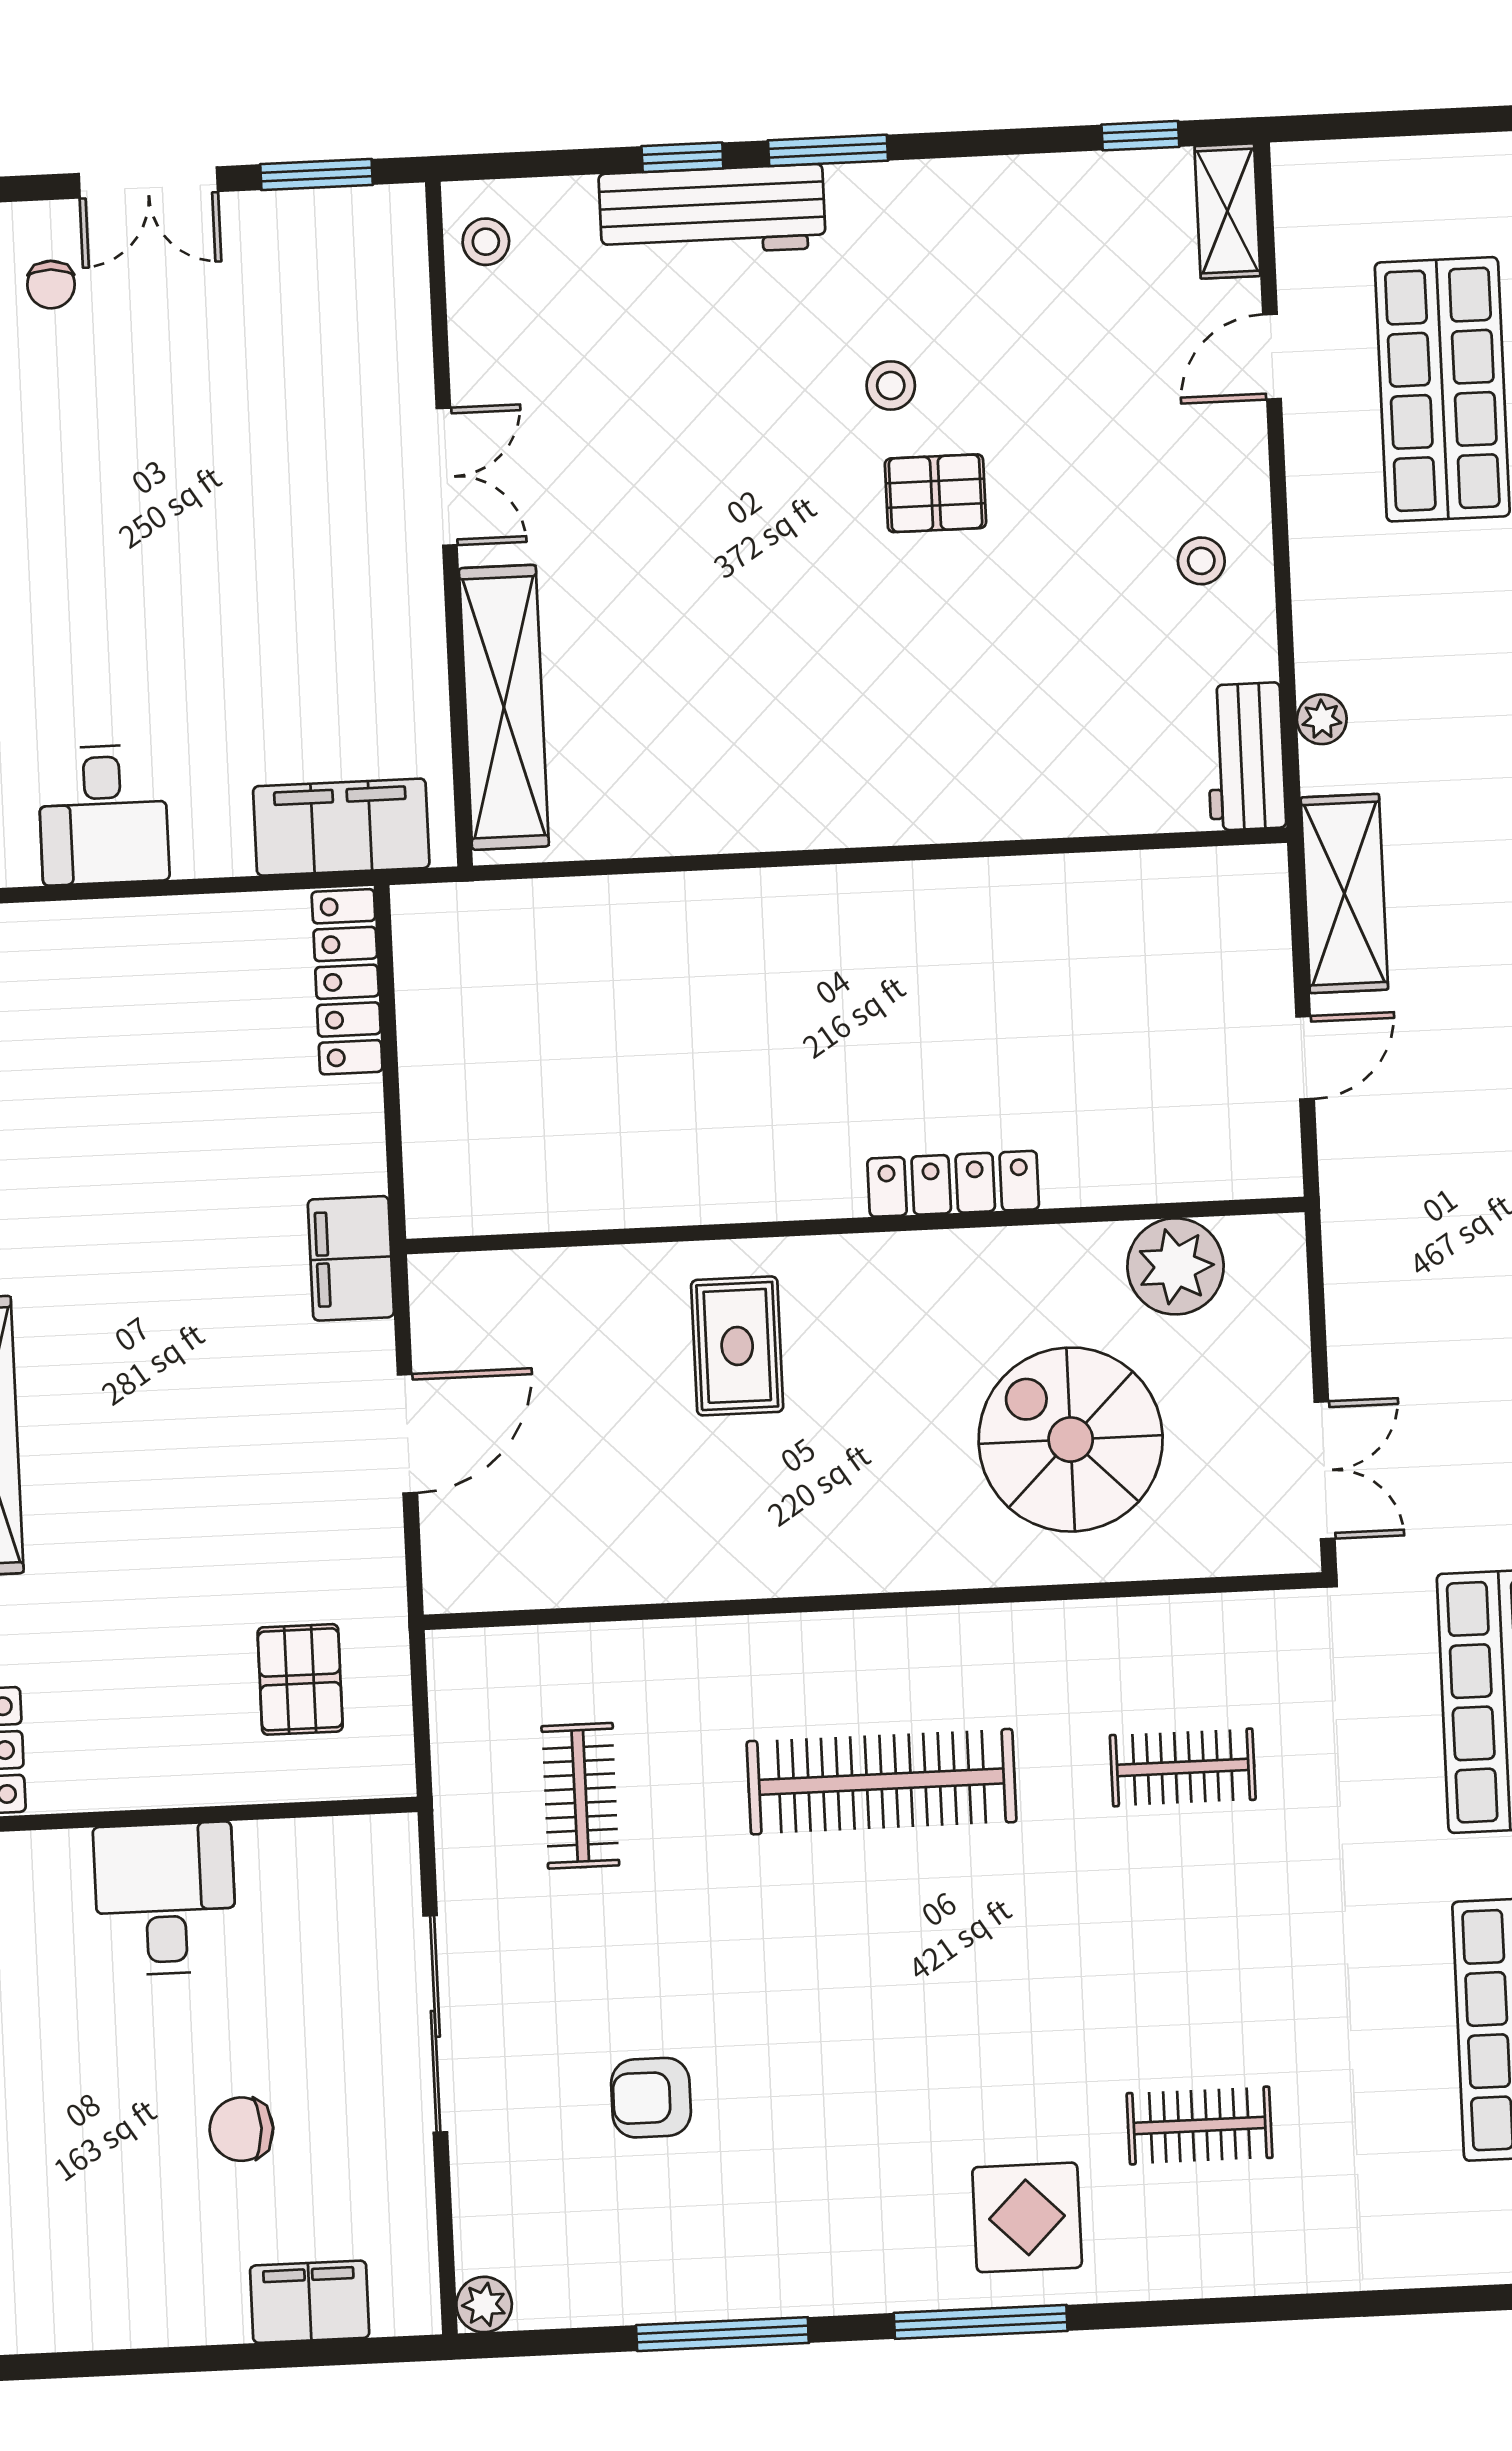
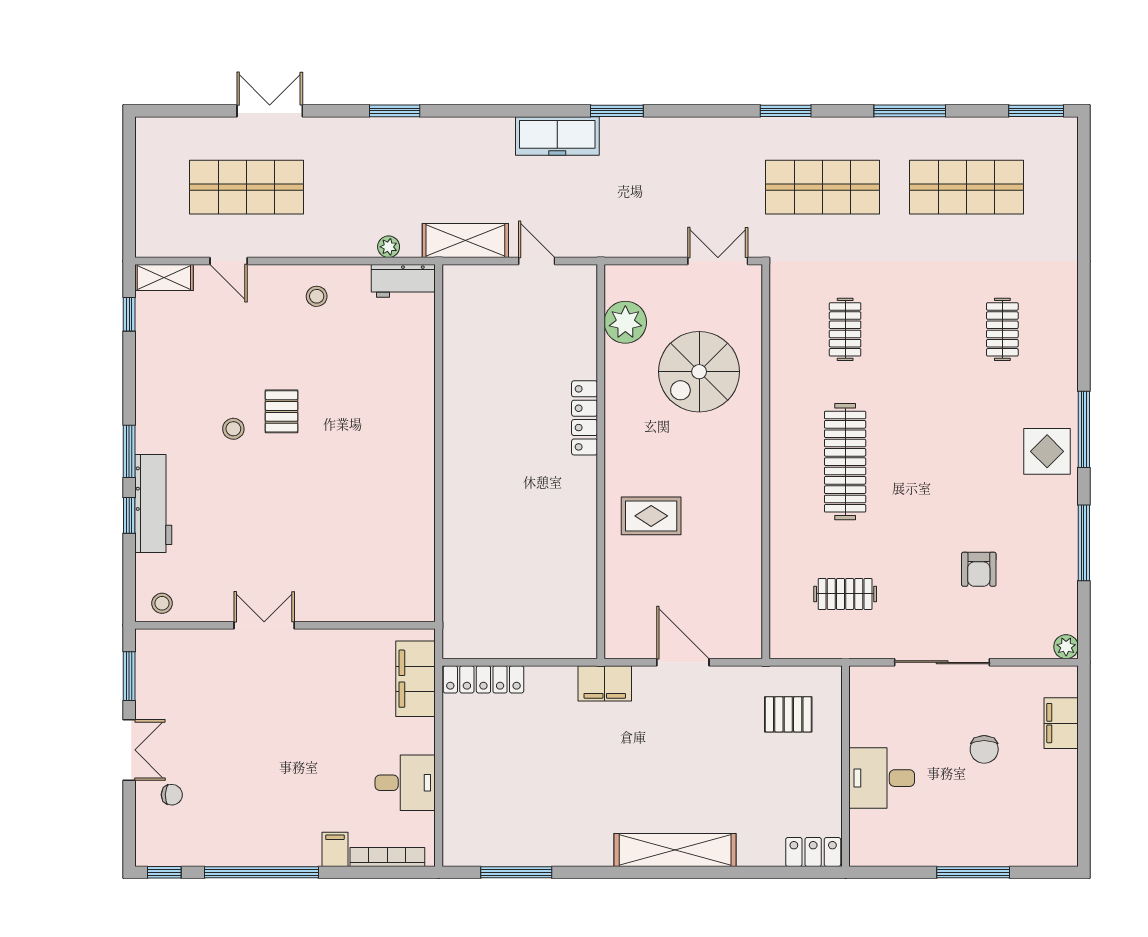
shelving: (504, 707) -> (366, 605), removed
display table: (1027, 2217) -> (1047, 451), moved

